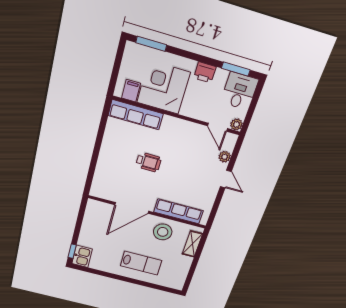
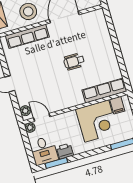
printer: (205, 72) -> (65, 151), moved
plant: (225, 157) -> (25, 111), moved

